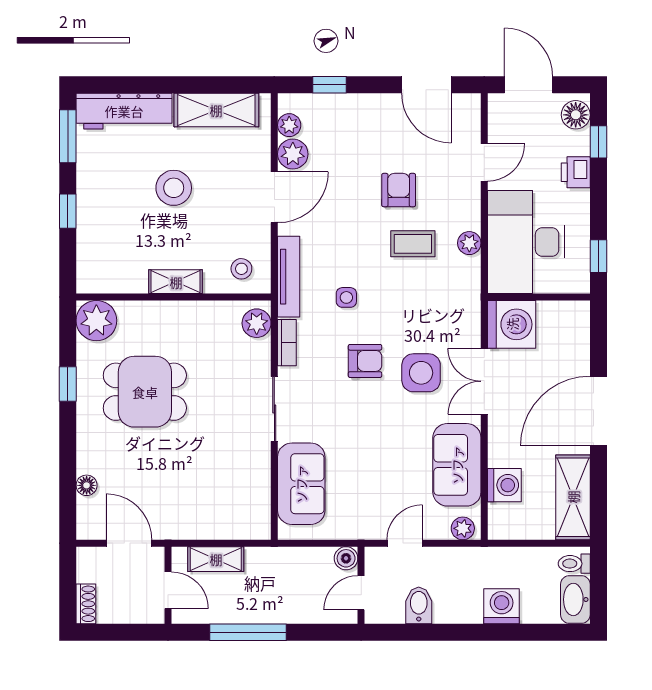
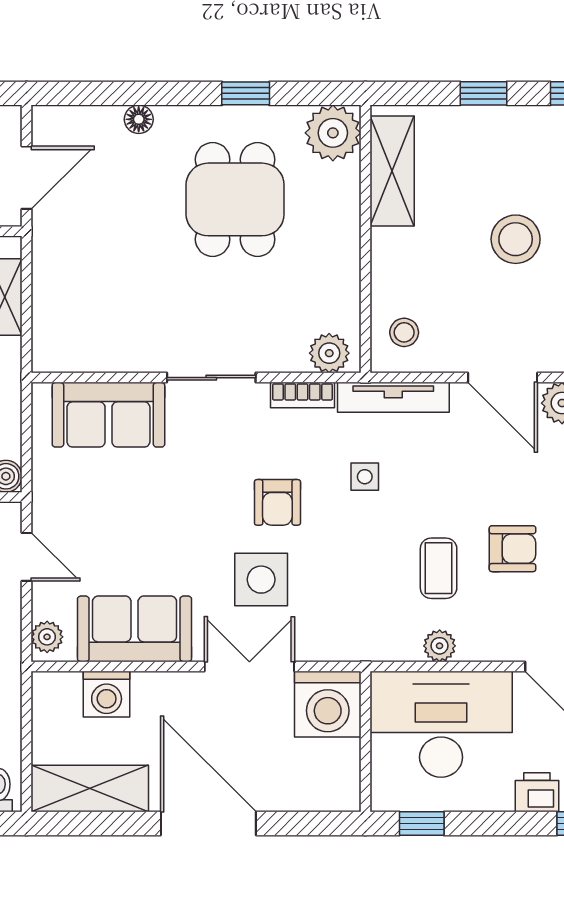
shelving: (176, 282) -> (392, 171), moved, width x1.50, depth x1.33
floor lamp: (87, 485) -> (139, 119), moved

